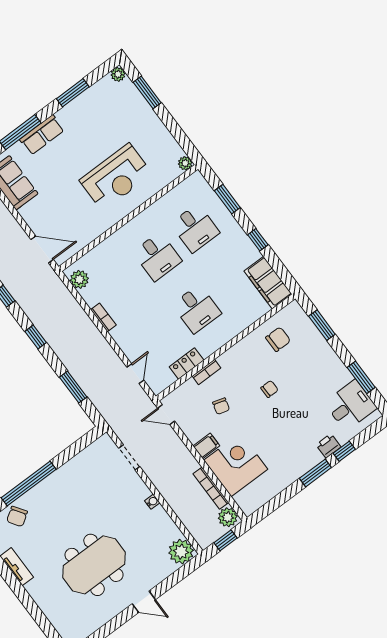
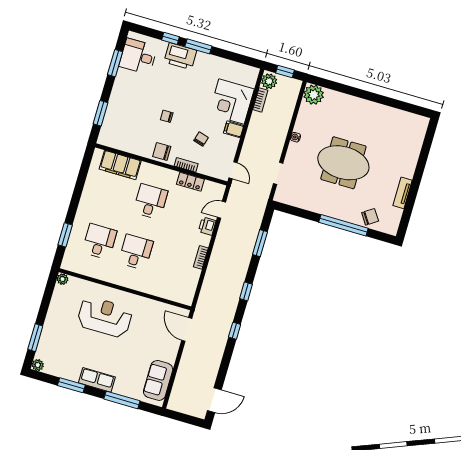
row of seats: (42, 135) -> (97, 380), moved
window: (258, 240) -> (77, 196), removed
plant: (79, 279) -> (188, 291), removed
filing cabinet: (268, 283) -> (120, 165), moved, turned 90
chair: (278, 339) -> (162, 151), moved
printer: (130, 347) -> (207, 226), added
printer: (328, 446) -> (180, 56), width x1.87, depth x1.48
bookcase: (211, 488) -> (260, 100), width x0.64
meeting table: (94, 565) -> (343, 163), moved
door: (144, 602) -> (364, 94), removed

